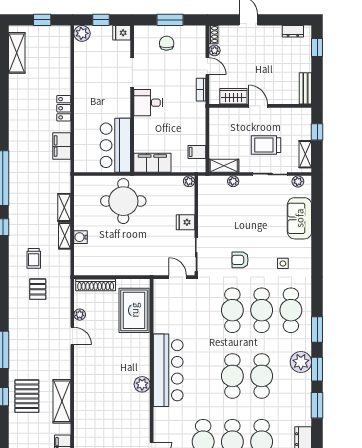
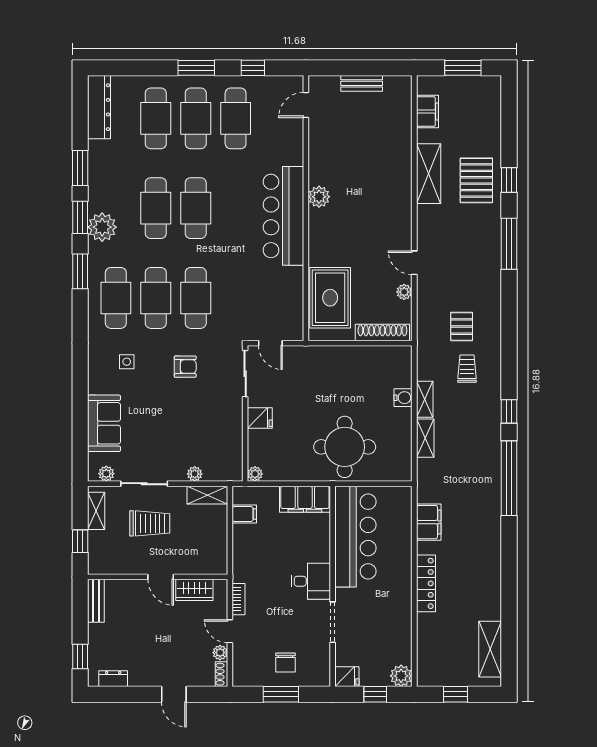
locker: (64, 108) -> (426, 583), width x1.53
bar counter: (115, 145) -> (355, 537), width x1.36

